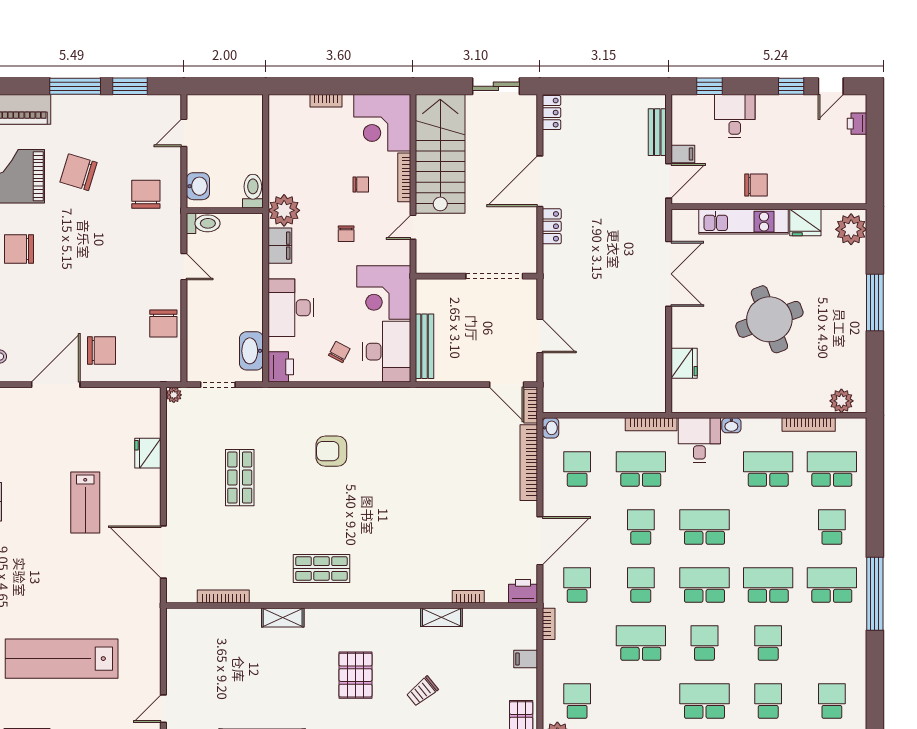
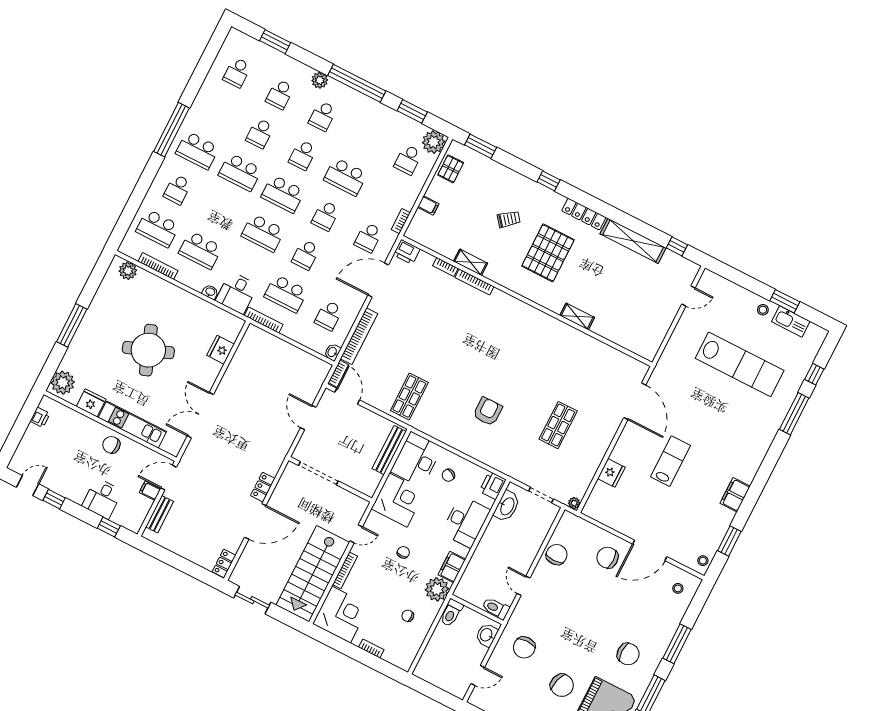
printer: (857, 124) -> (40, 417), moved
chair: (361, 184) -> (408, 616), moved
armchair: (331, 451) -> (488, 411), turned -90
shop shelf: (321, 569) -> (409, 396), moved, turned 90
bookcase: (223, 596) -> (475, 282), moved
pallet: (355, 675) -> (548, 253), width x1.37, depth x1.41
school desk: (704, 701) -> (323, 116), width x0.54

